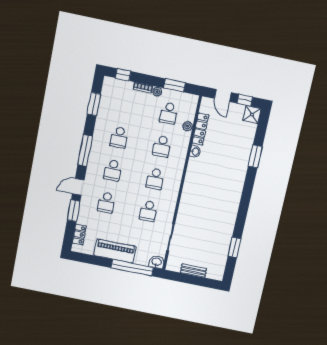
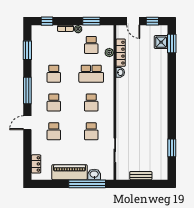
shower: (252, 115) -> (161, 42), moved
school desk: (162, 146) -> (91, 74), width x1.85
window: (255, 156) -> (172, 43), moved
window: (74, 211) -> (27, 144), removed
washbasin: (157, 262) -> (94, 174), moved

